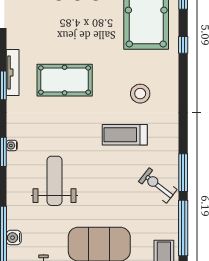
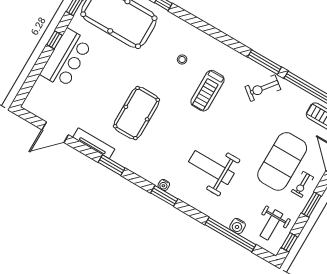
tv unit: (13, 73) -> (94, 143), moved
stool: (140, 94) -> (182, 60), width x0.53, depth x0.53

